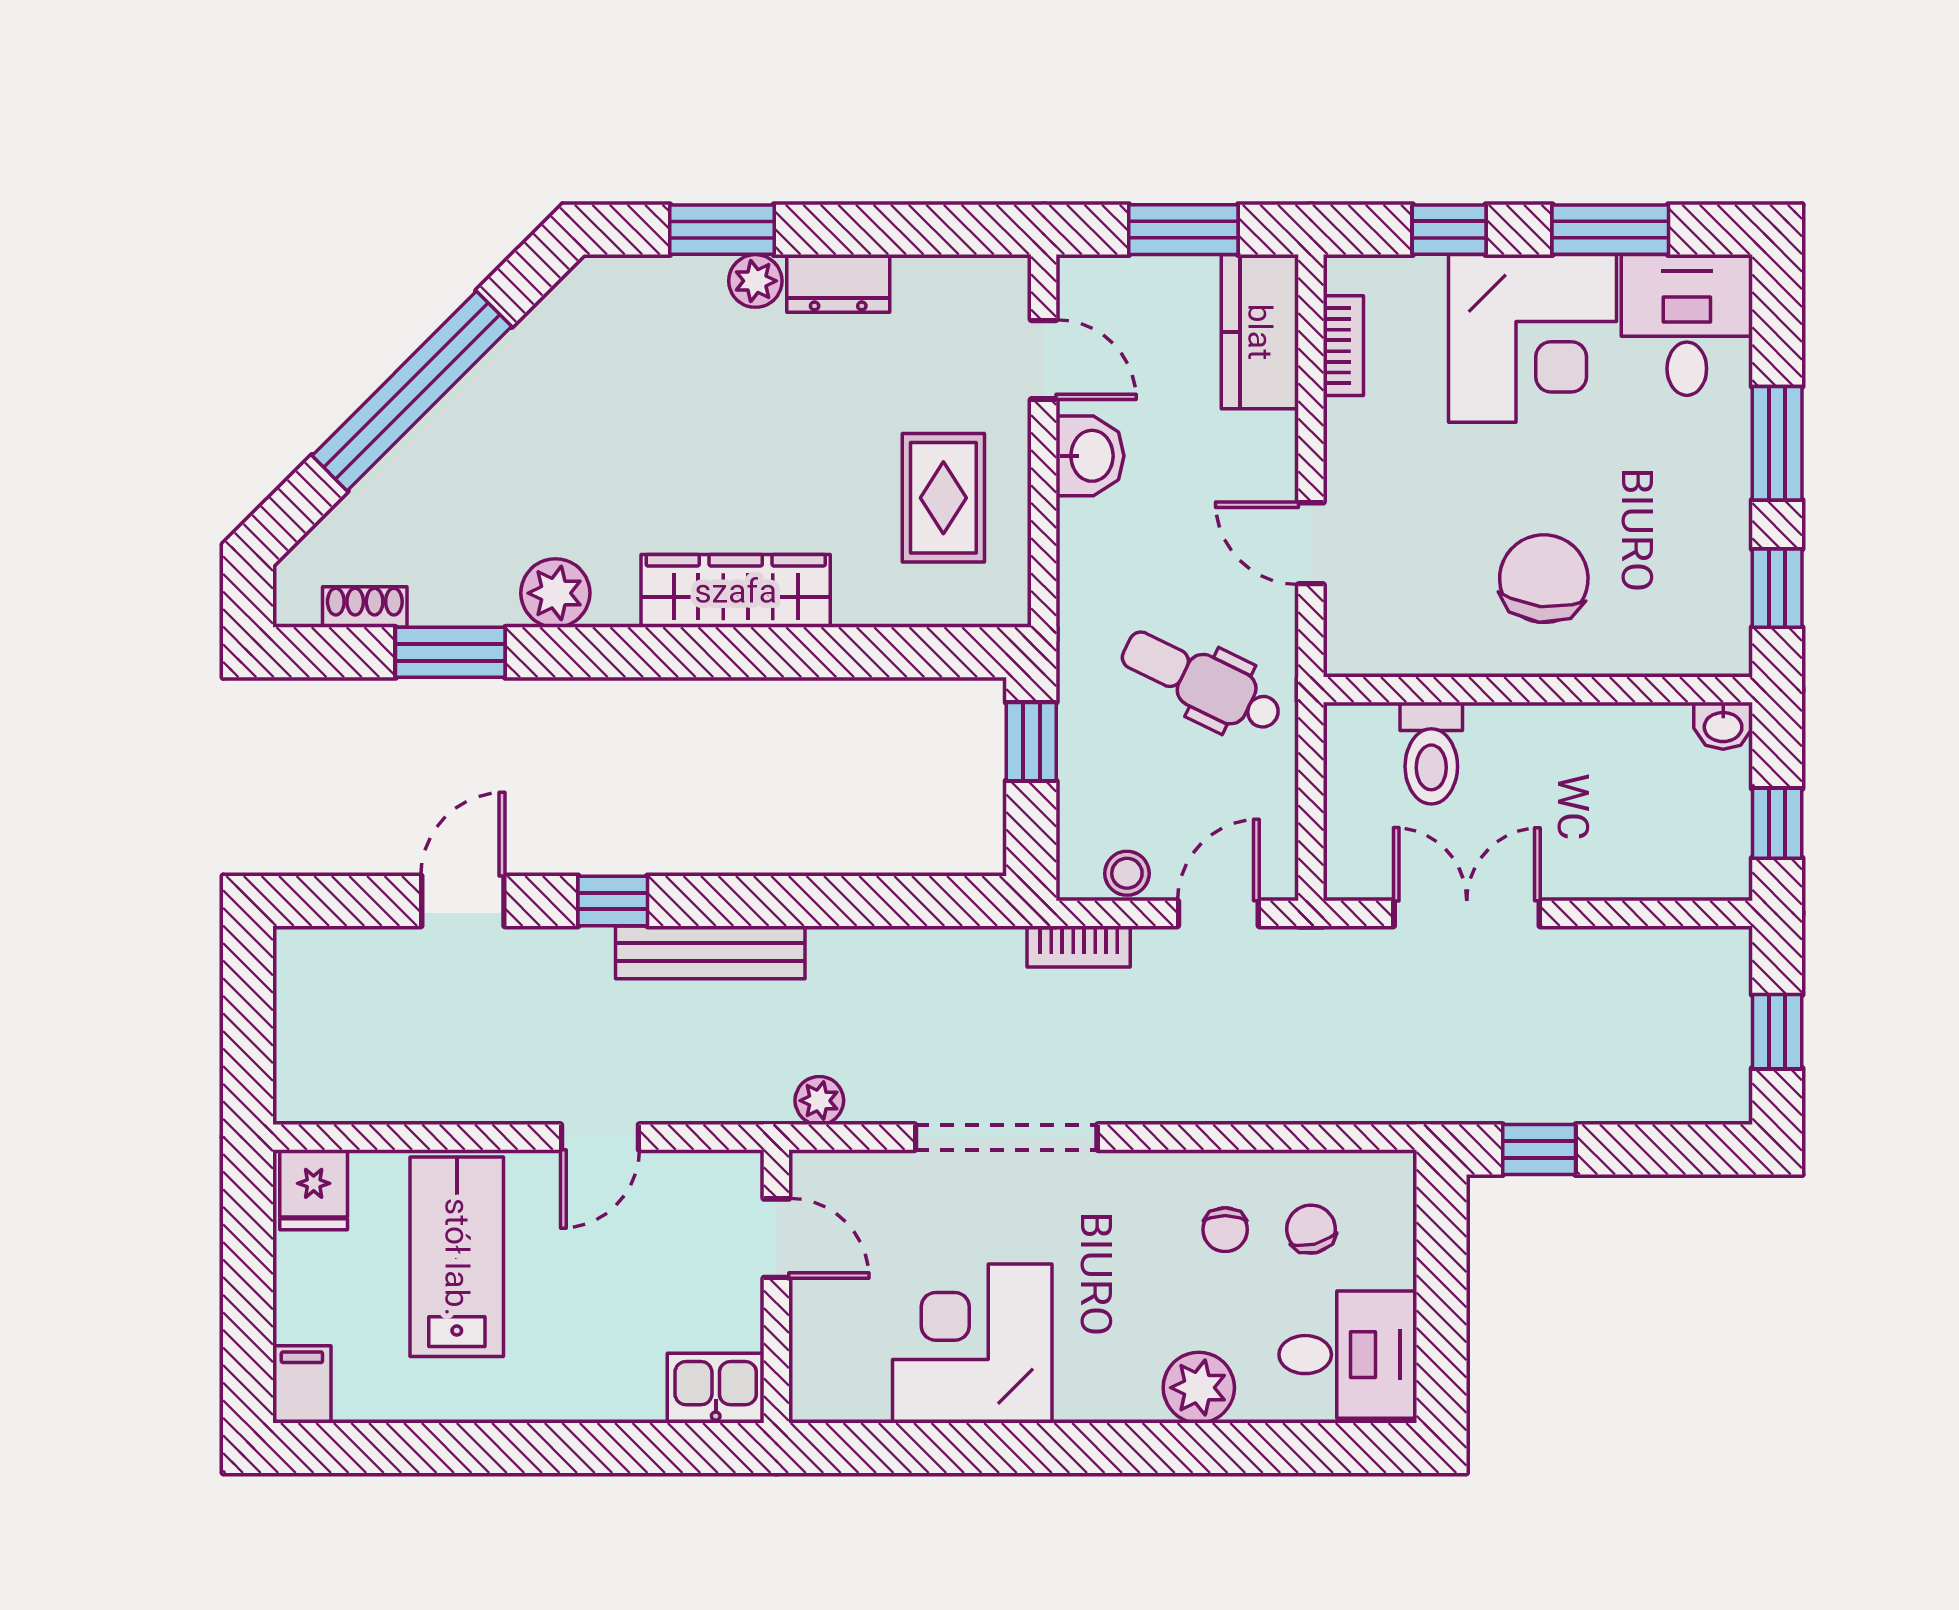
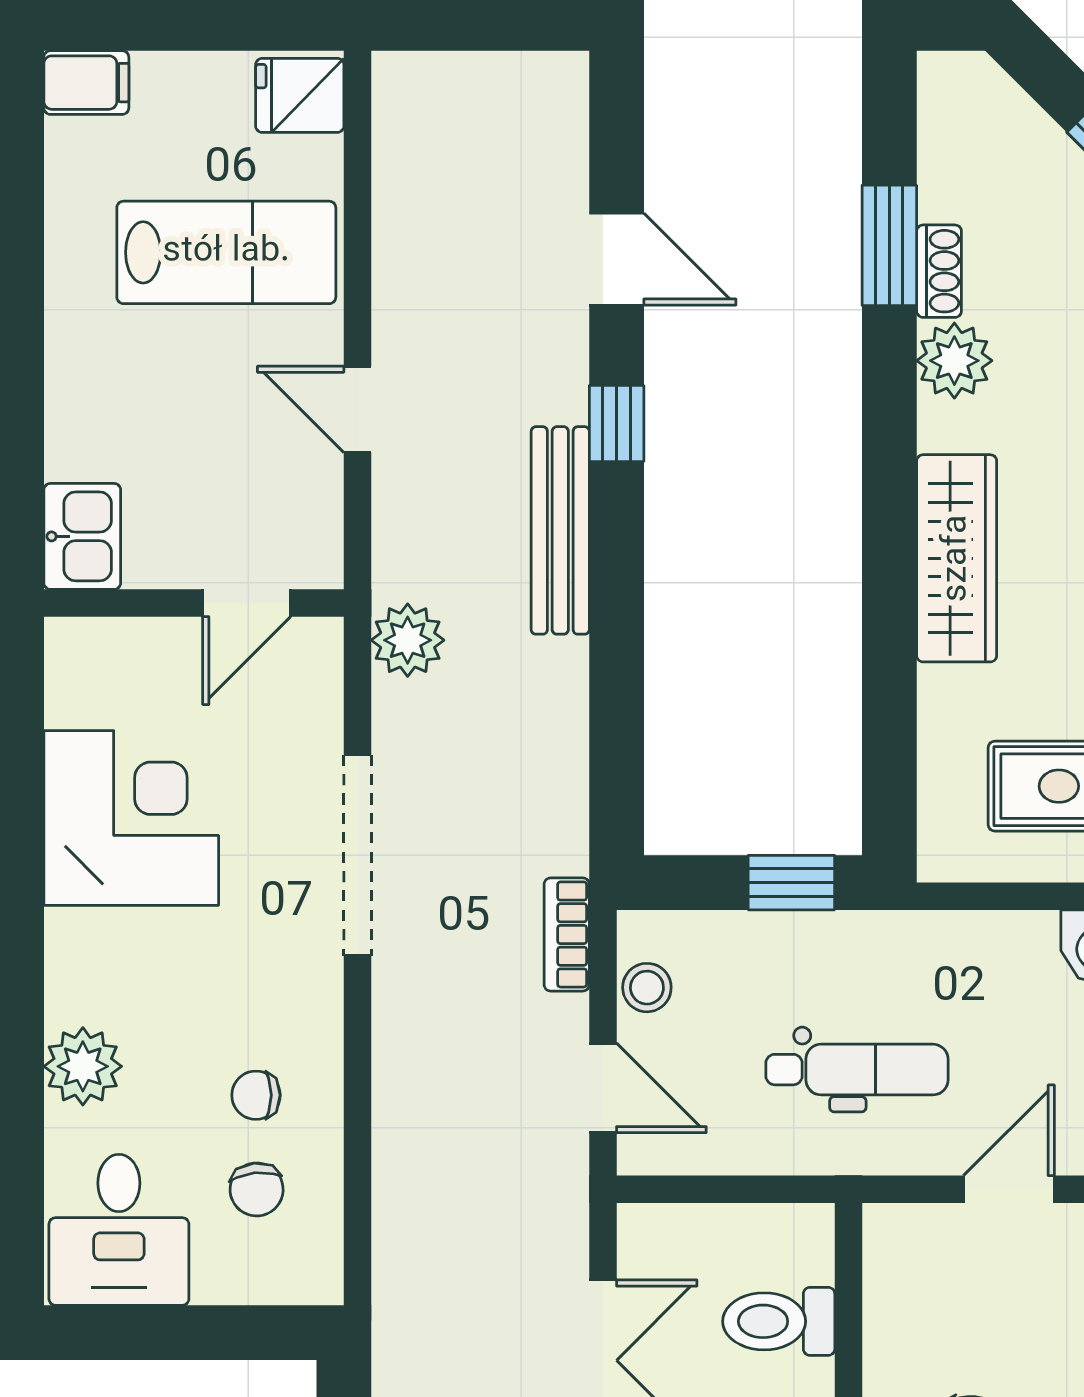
shoe rack: (365, 607) -> (939, 271), moved
dental chair: (1202, 682) -> (857, 1070), turned 64
plant: (819, 1101) -> (408, 640), width x1.38, depth x1.38
chair: (1311, 1229) -> (257, 1189), turned 98

